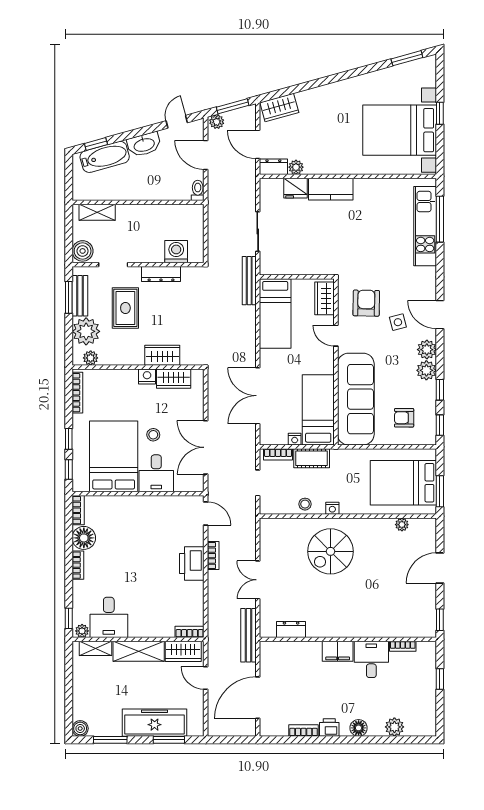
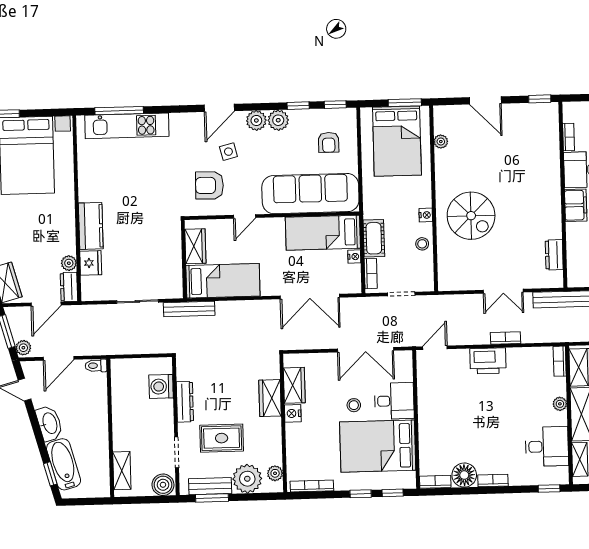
wardrobe: (324, 298) -> (195, 246), moved, turned -90
bookcase: (213, 556) -> (506, 338), moved
plant: (82, 631) -> (560, 404), moved

